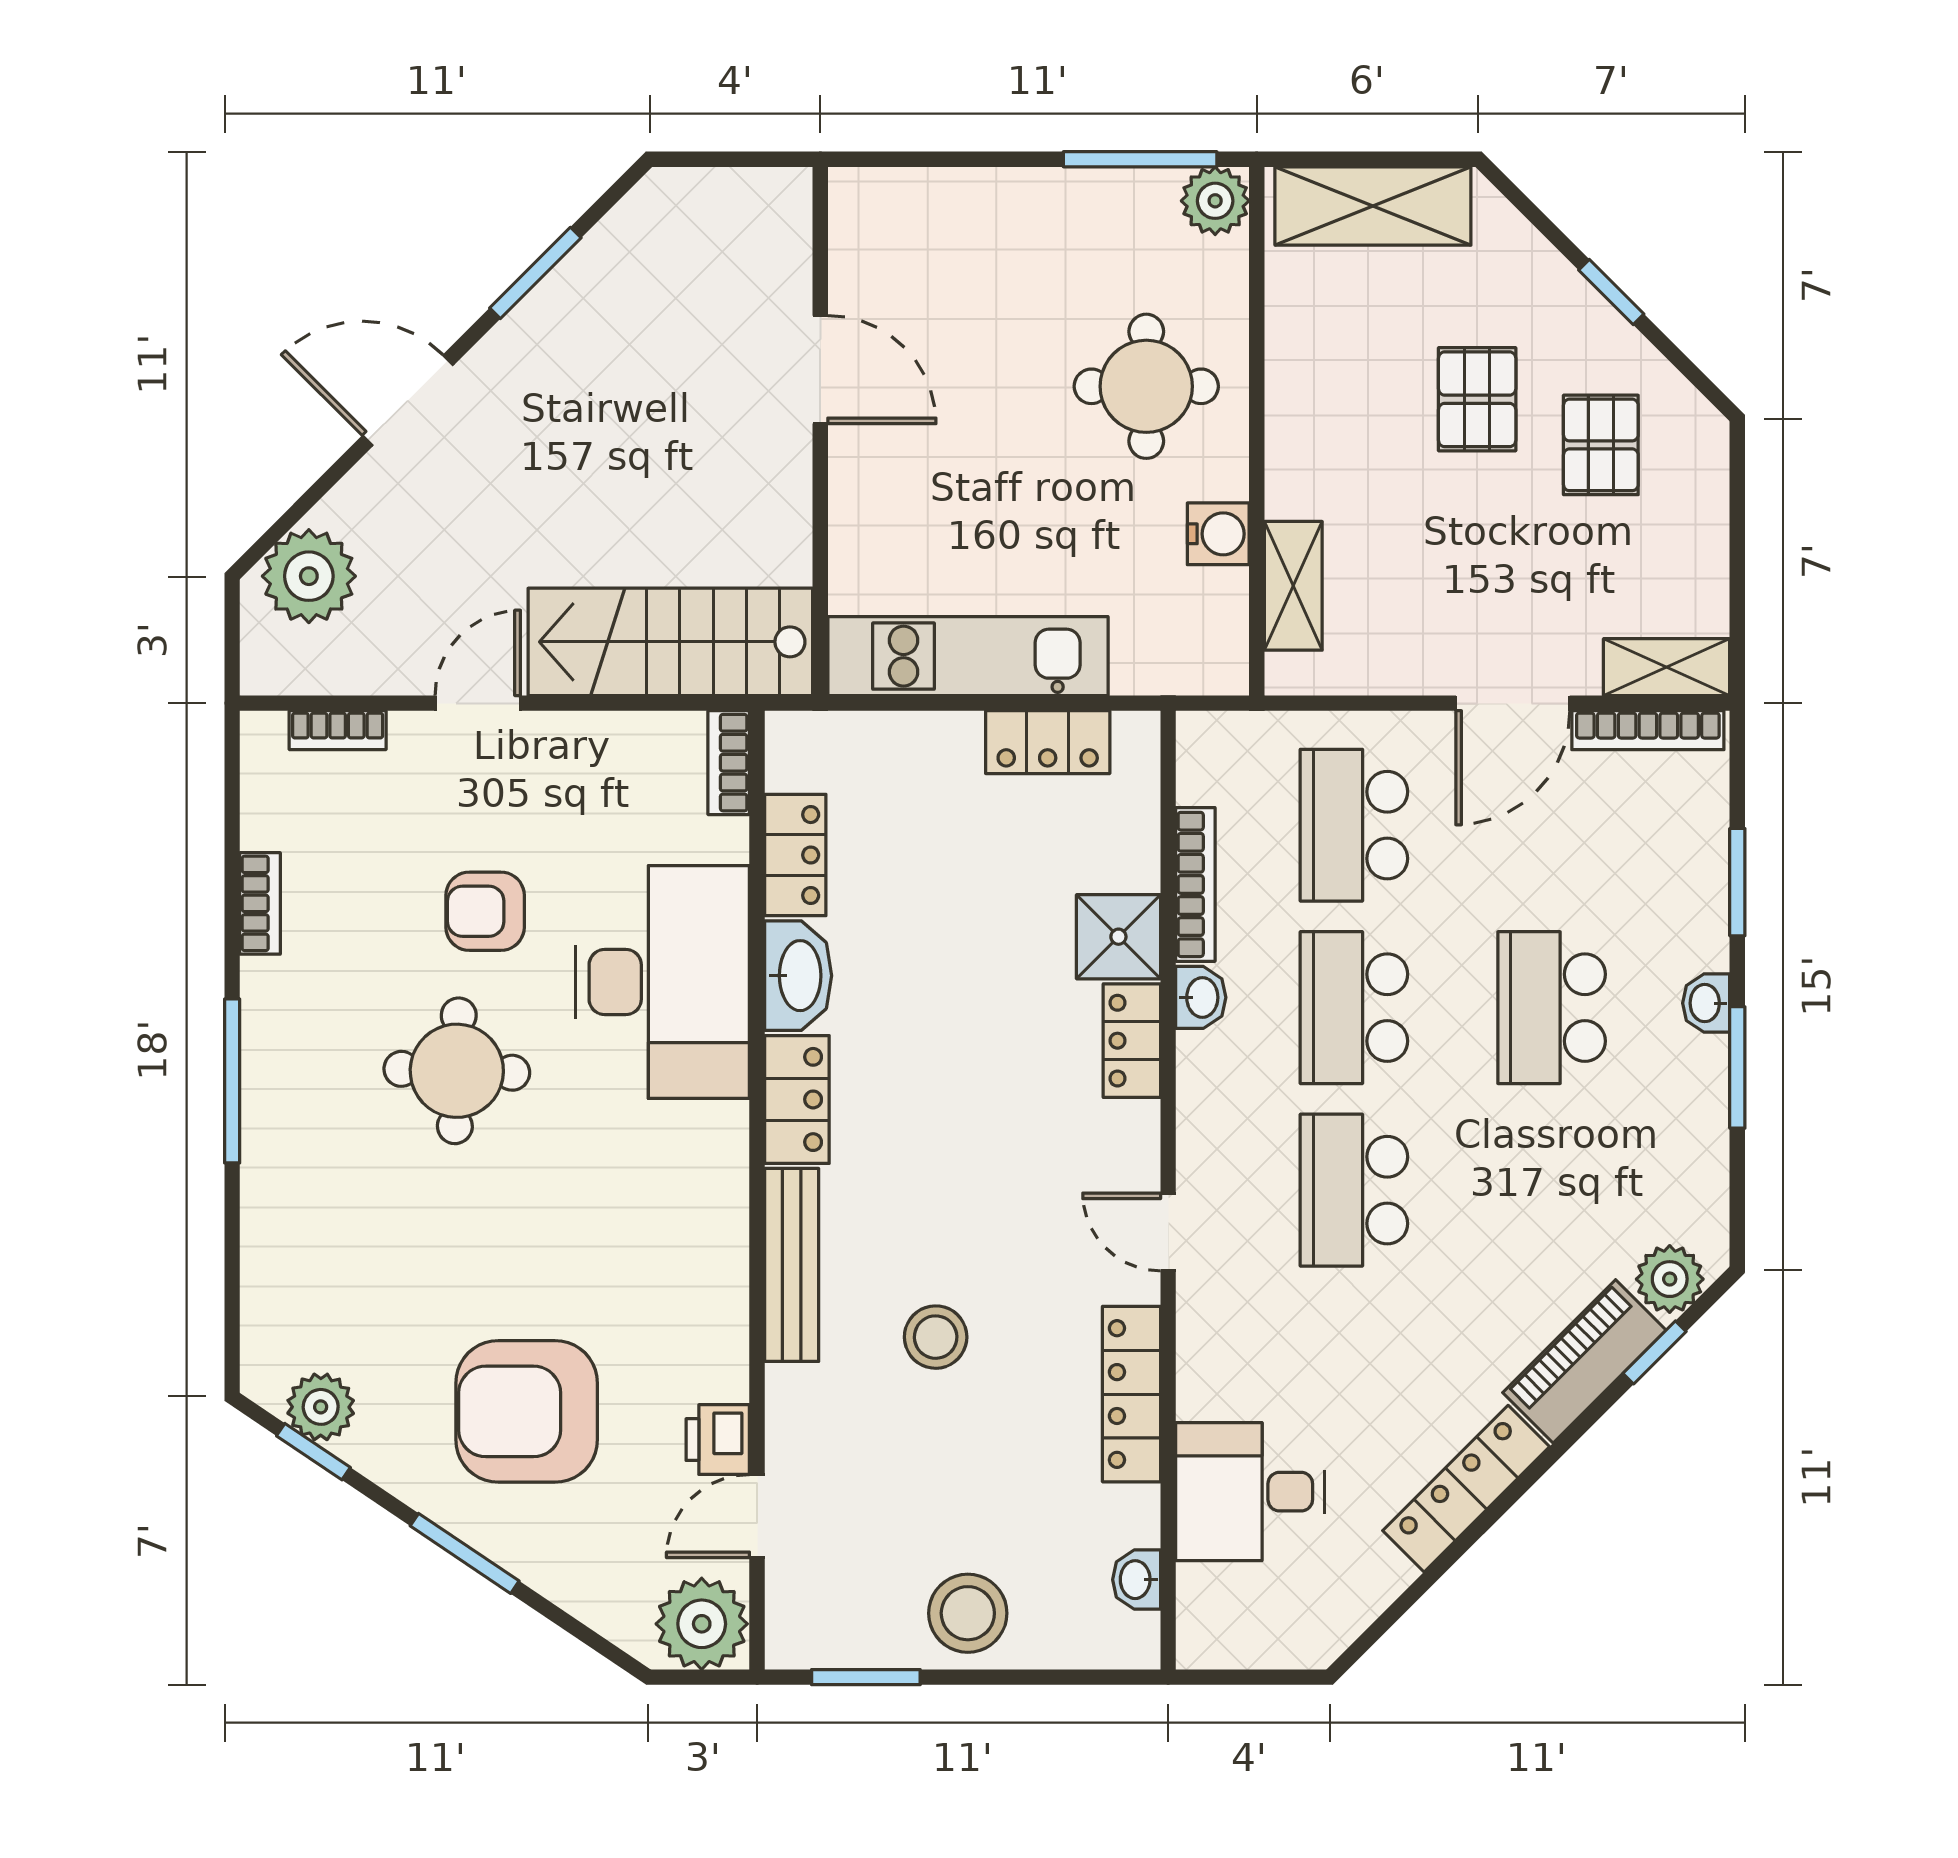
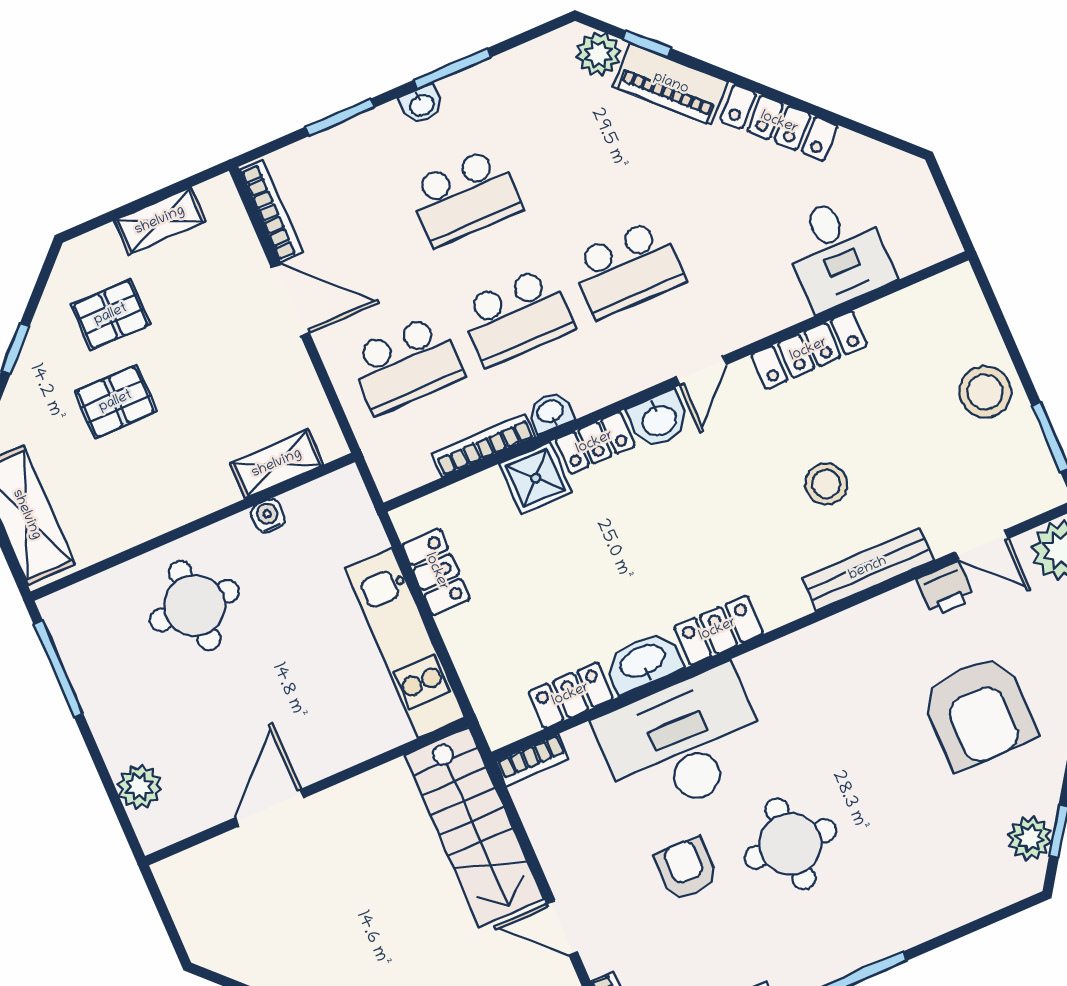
plant: (1215, 201) -> (139, 787), moved
water cooler: (1218, 534) -> (268, 516), width x0.72, depth x0.72
shelving: (1667, 667) -> (160, 221), moved, turned 90
armchair: (485, 911) -> (686, 869), turned 180
bench: (792, 1265) -> (868, 569), moved
washbasin: (1137, 1580) -> (659, 419), moved, width x1.38, depth x1.45

